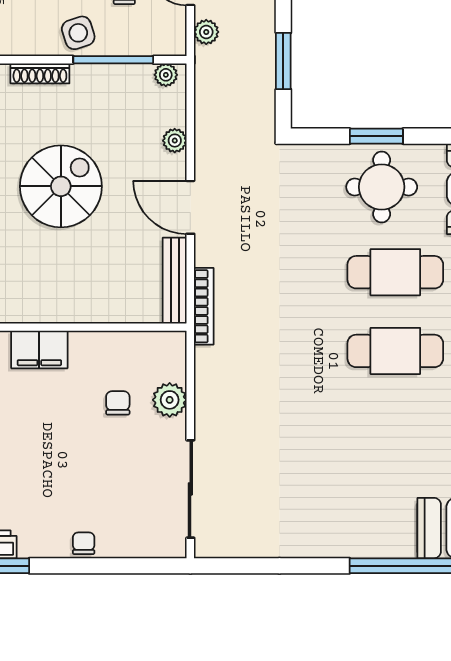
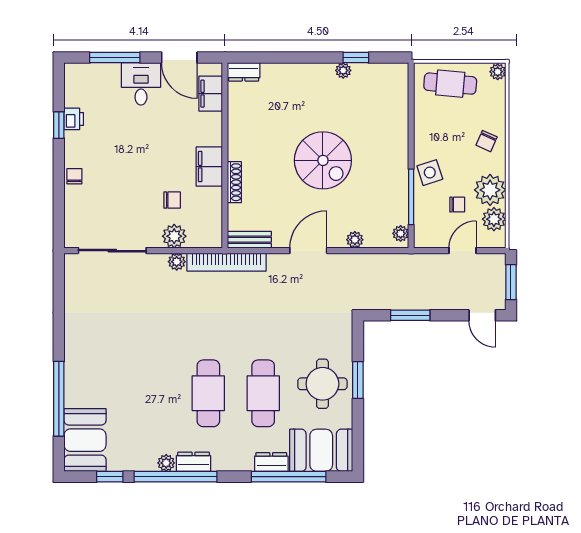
plant: (206, 32) -> (177, 262), moved
shoe rack: (40, 73) -> (234, 182), moved, turned 180
bench: (175, 281) -> (249, 240), width x0.73
bookcase: (204, 306) -> (227, 262), width x1.48, depth x1.31
filing cabinet: (39, 350) -> (209, 167), moved
chair: (84, 543) -> (74, 176), turned -90

